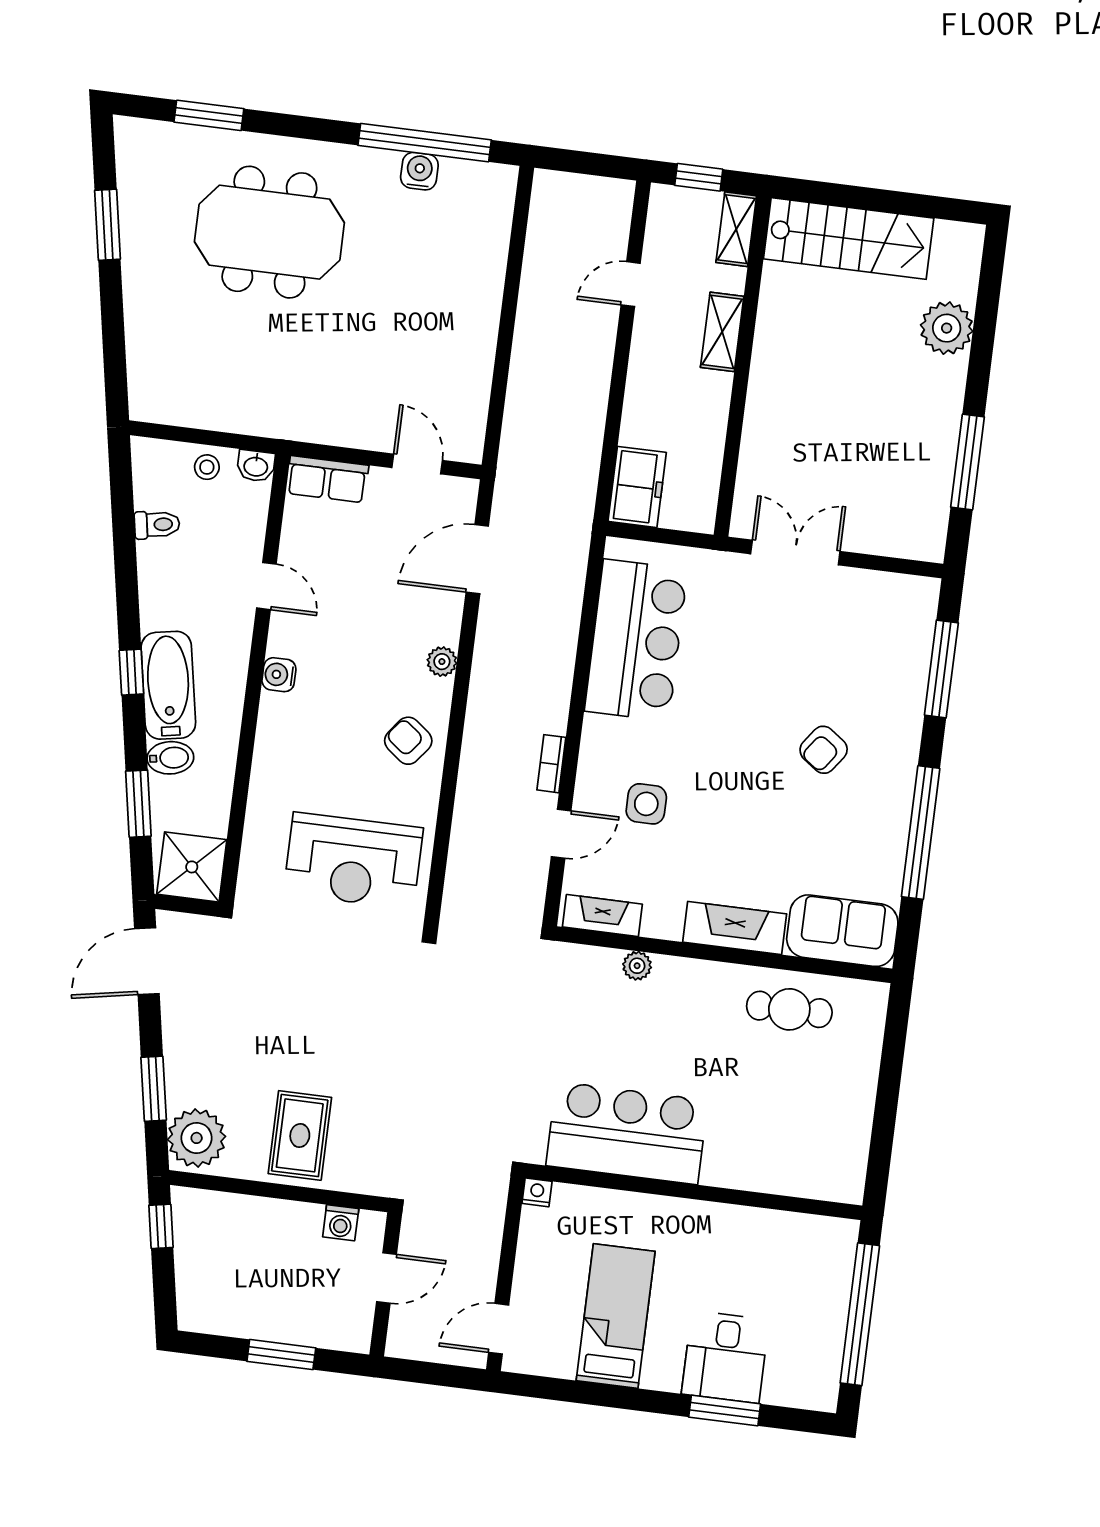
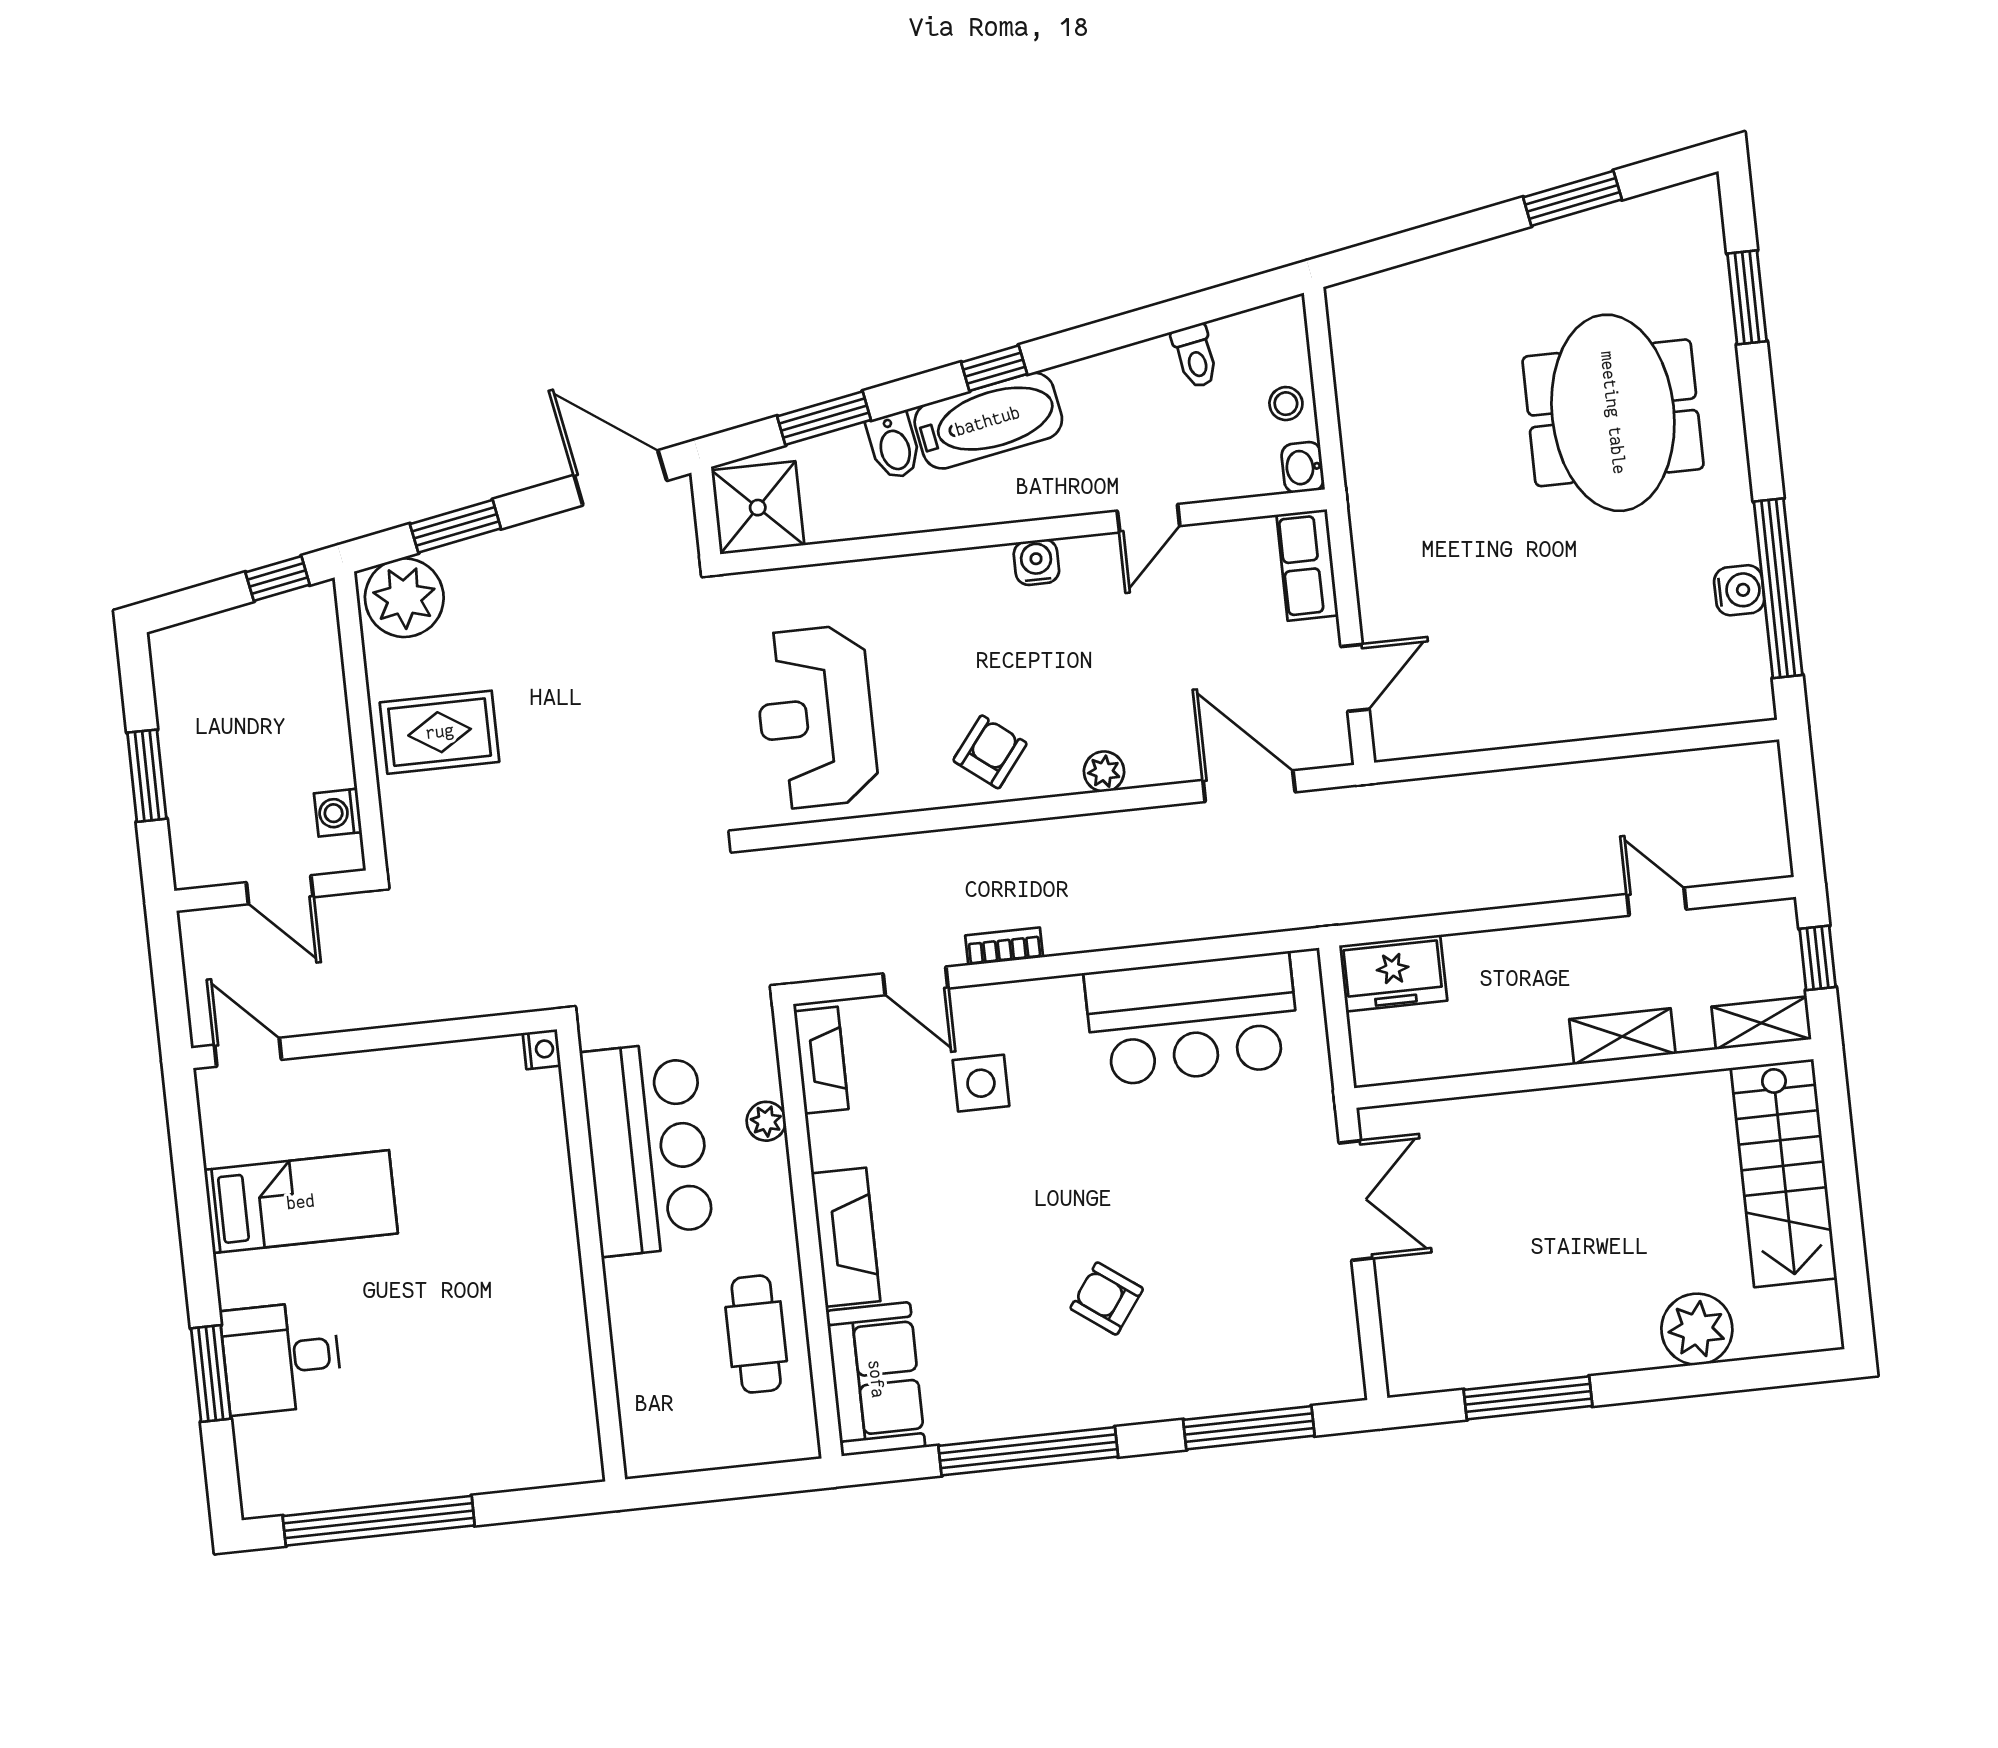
bar counter: (627, 1133) -> (647, 1149), moved
nightstand: (537, 1192) -> (542, 1049), moved
wall: (694, 1192) -> (591, 1254), moved

